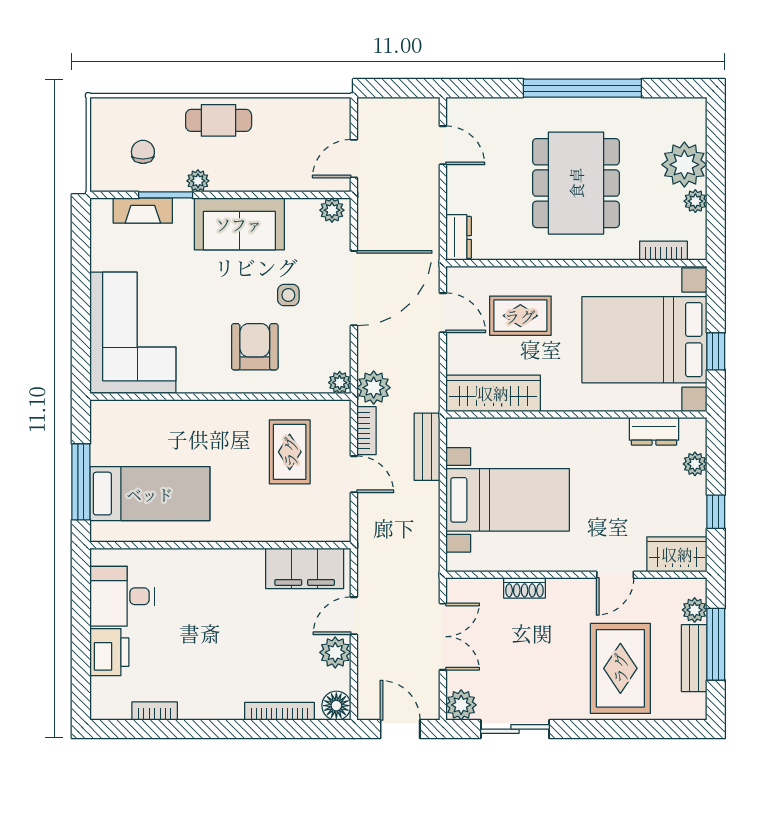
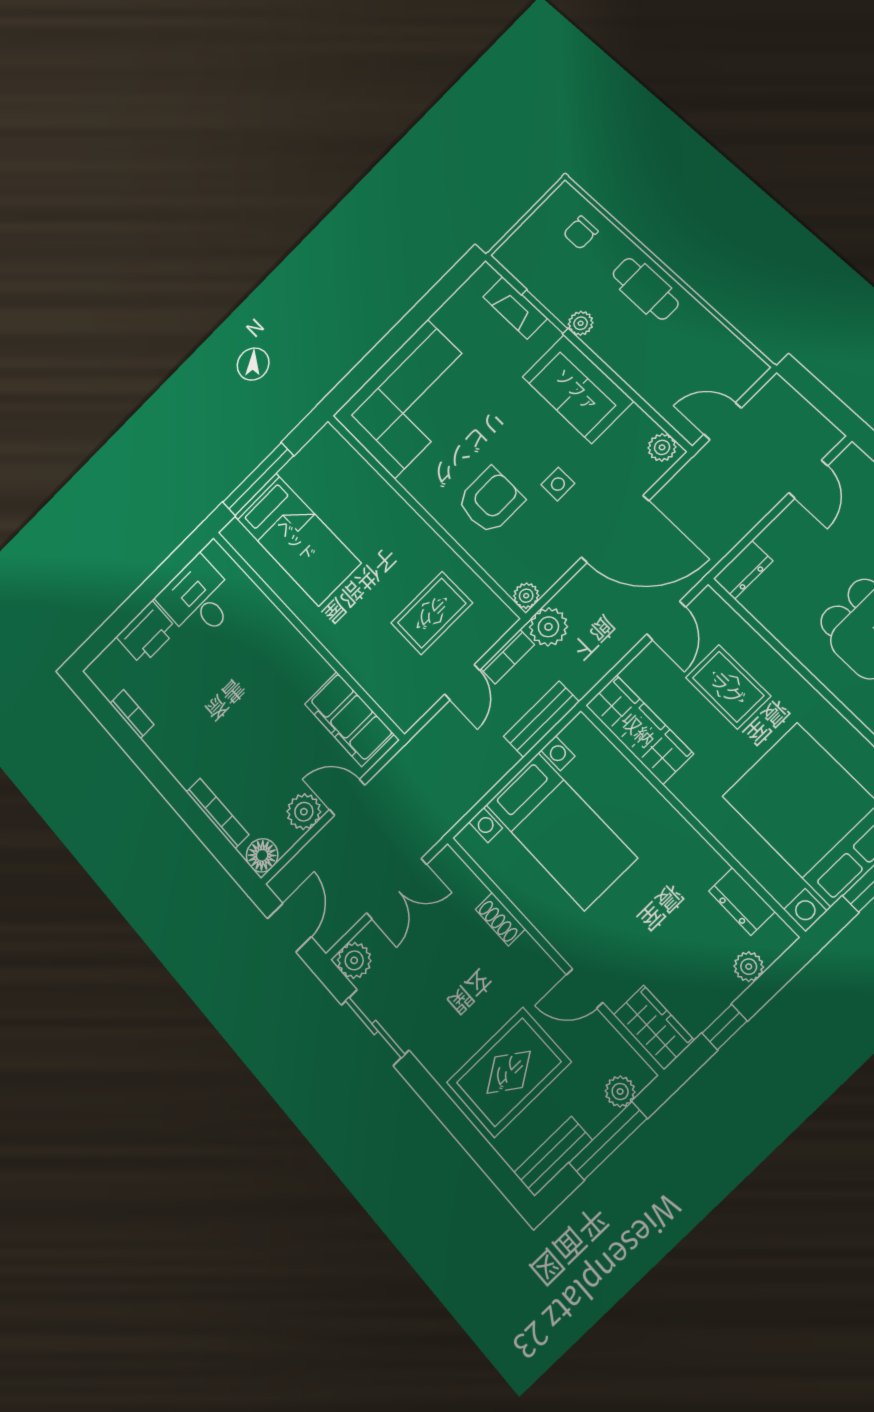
chair: (143, 152) -> (581, 233), moved, turned 180
bench: (694, 658) -> (553, 1156), moved

